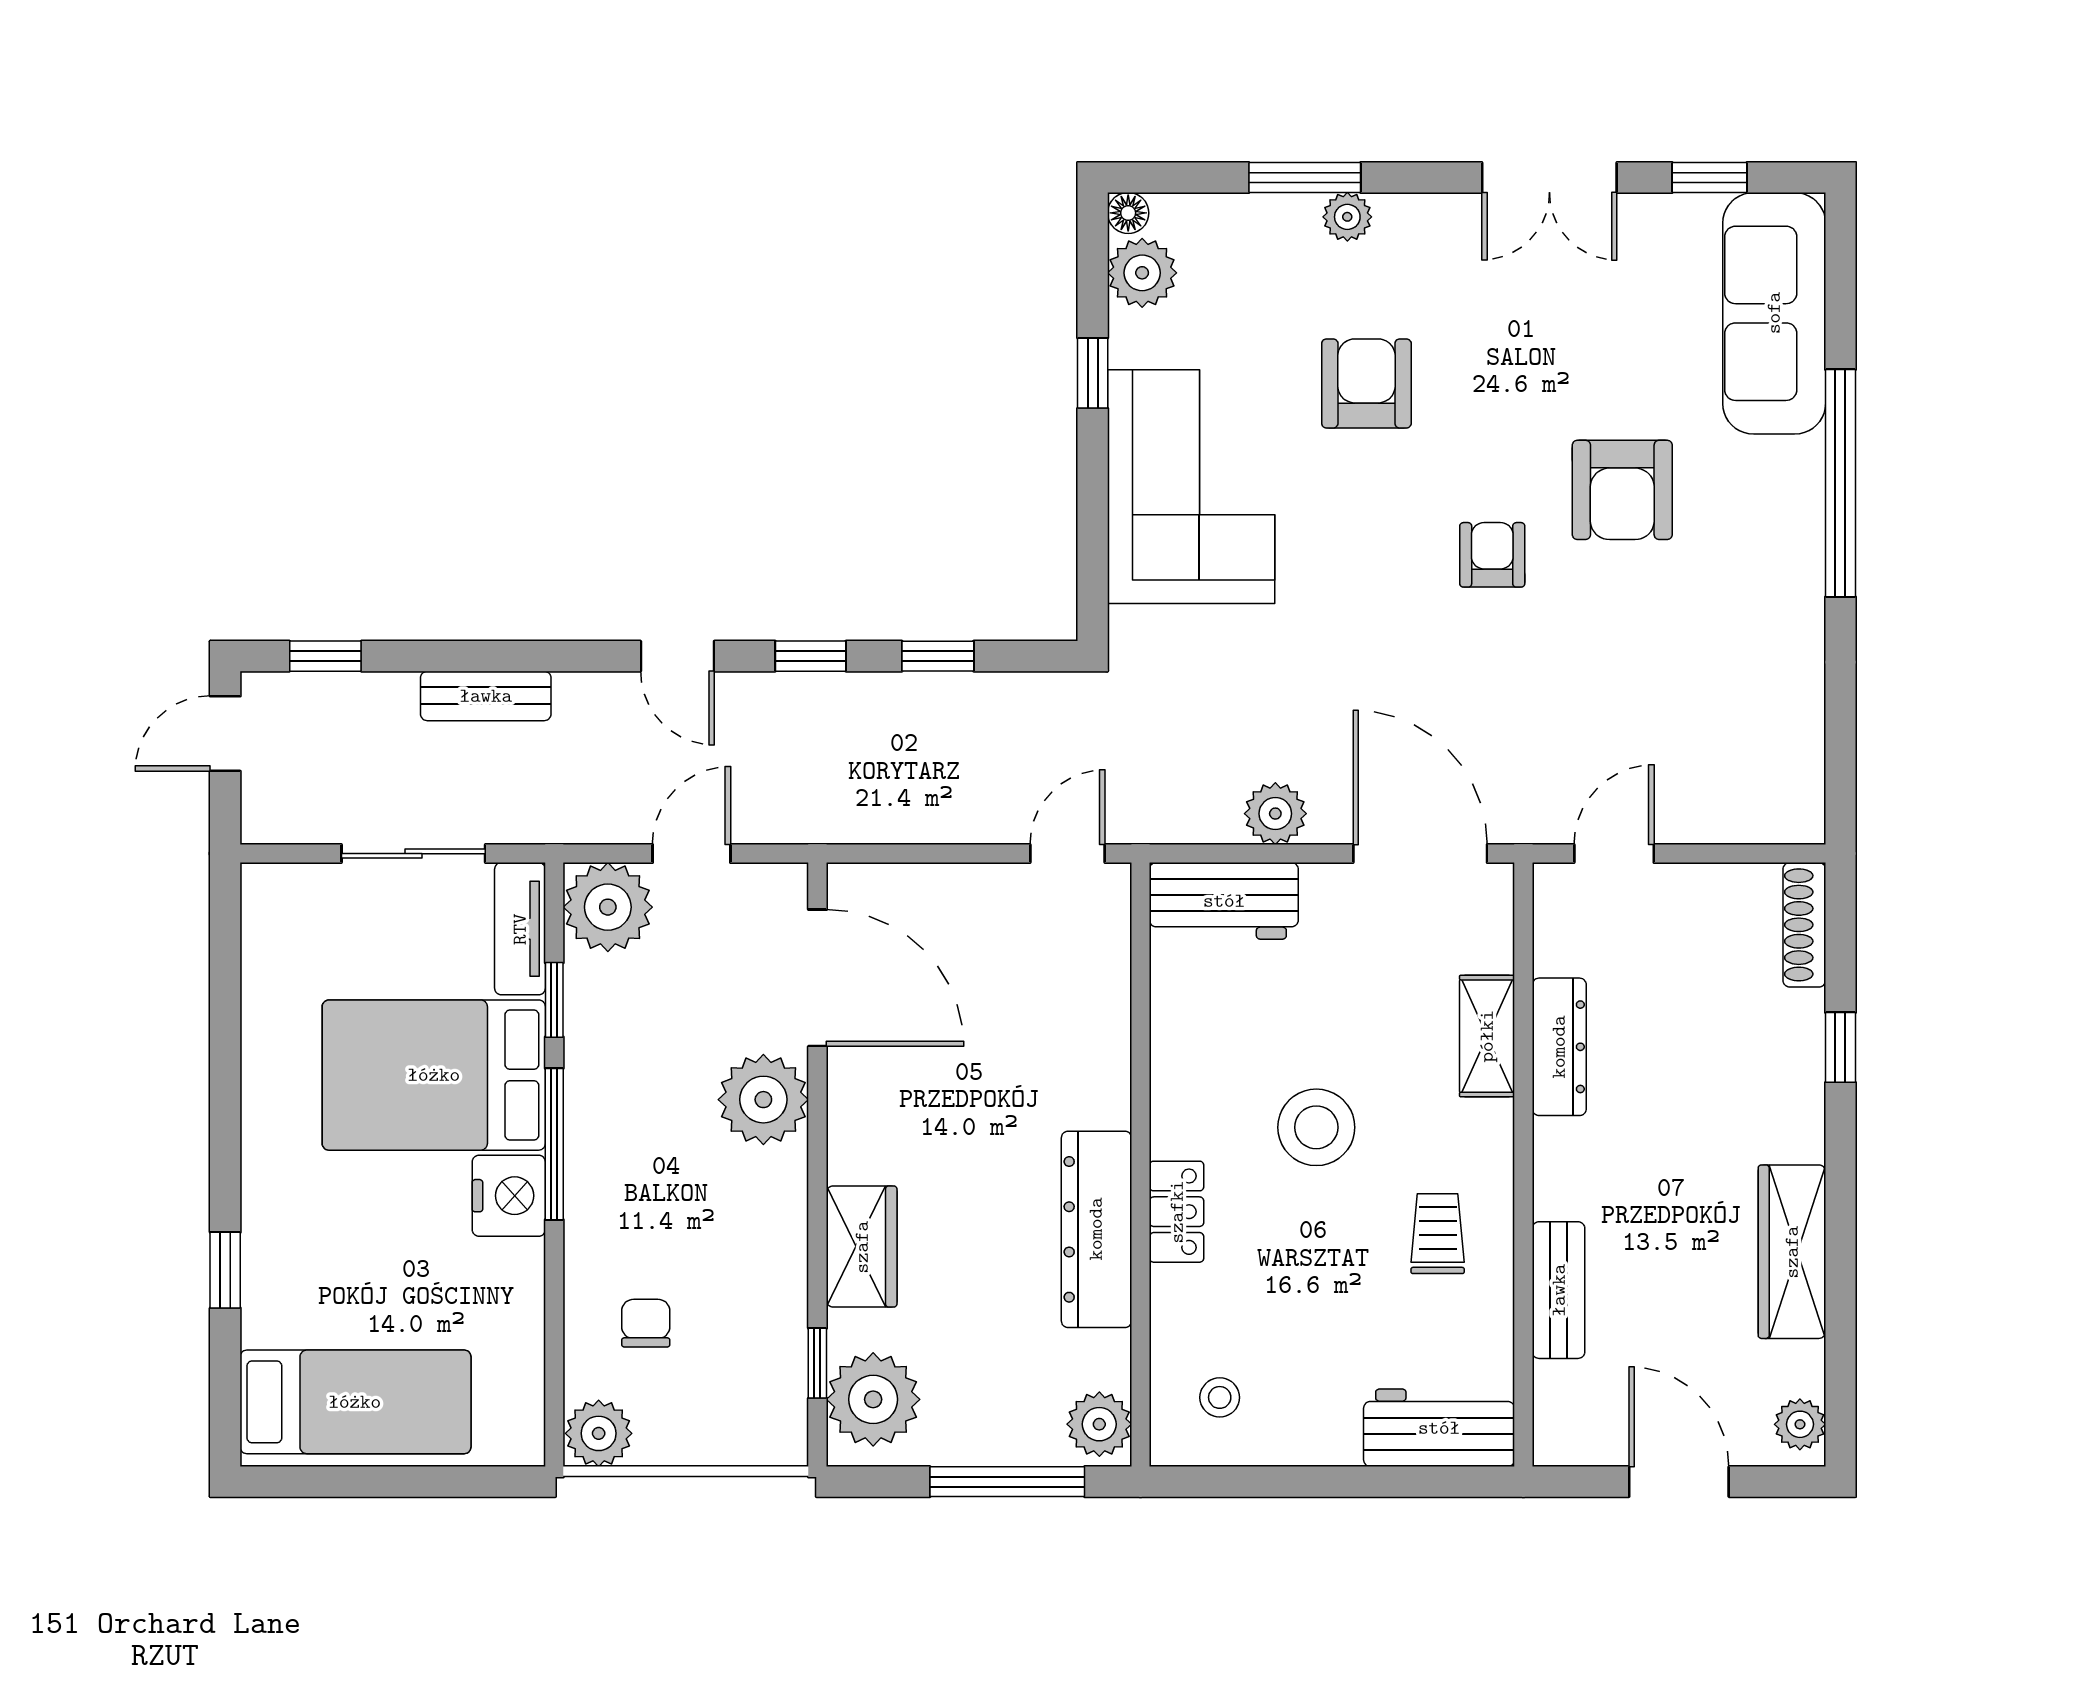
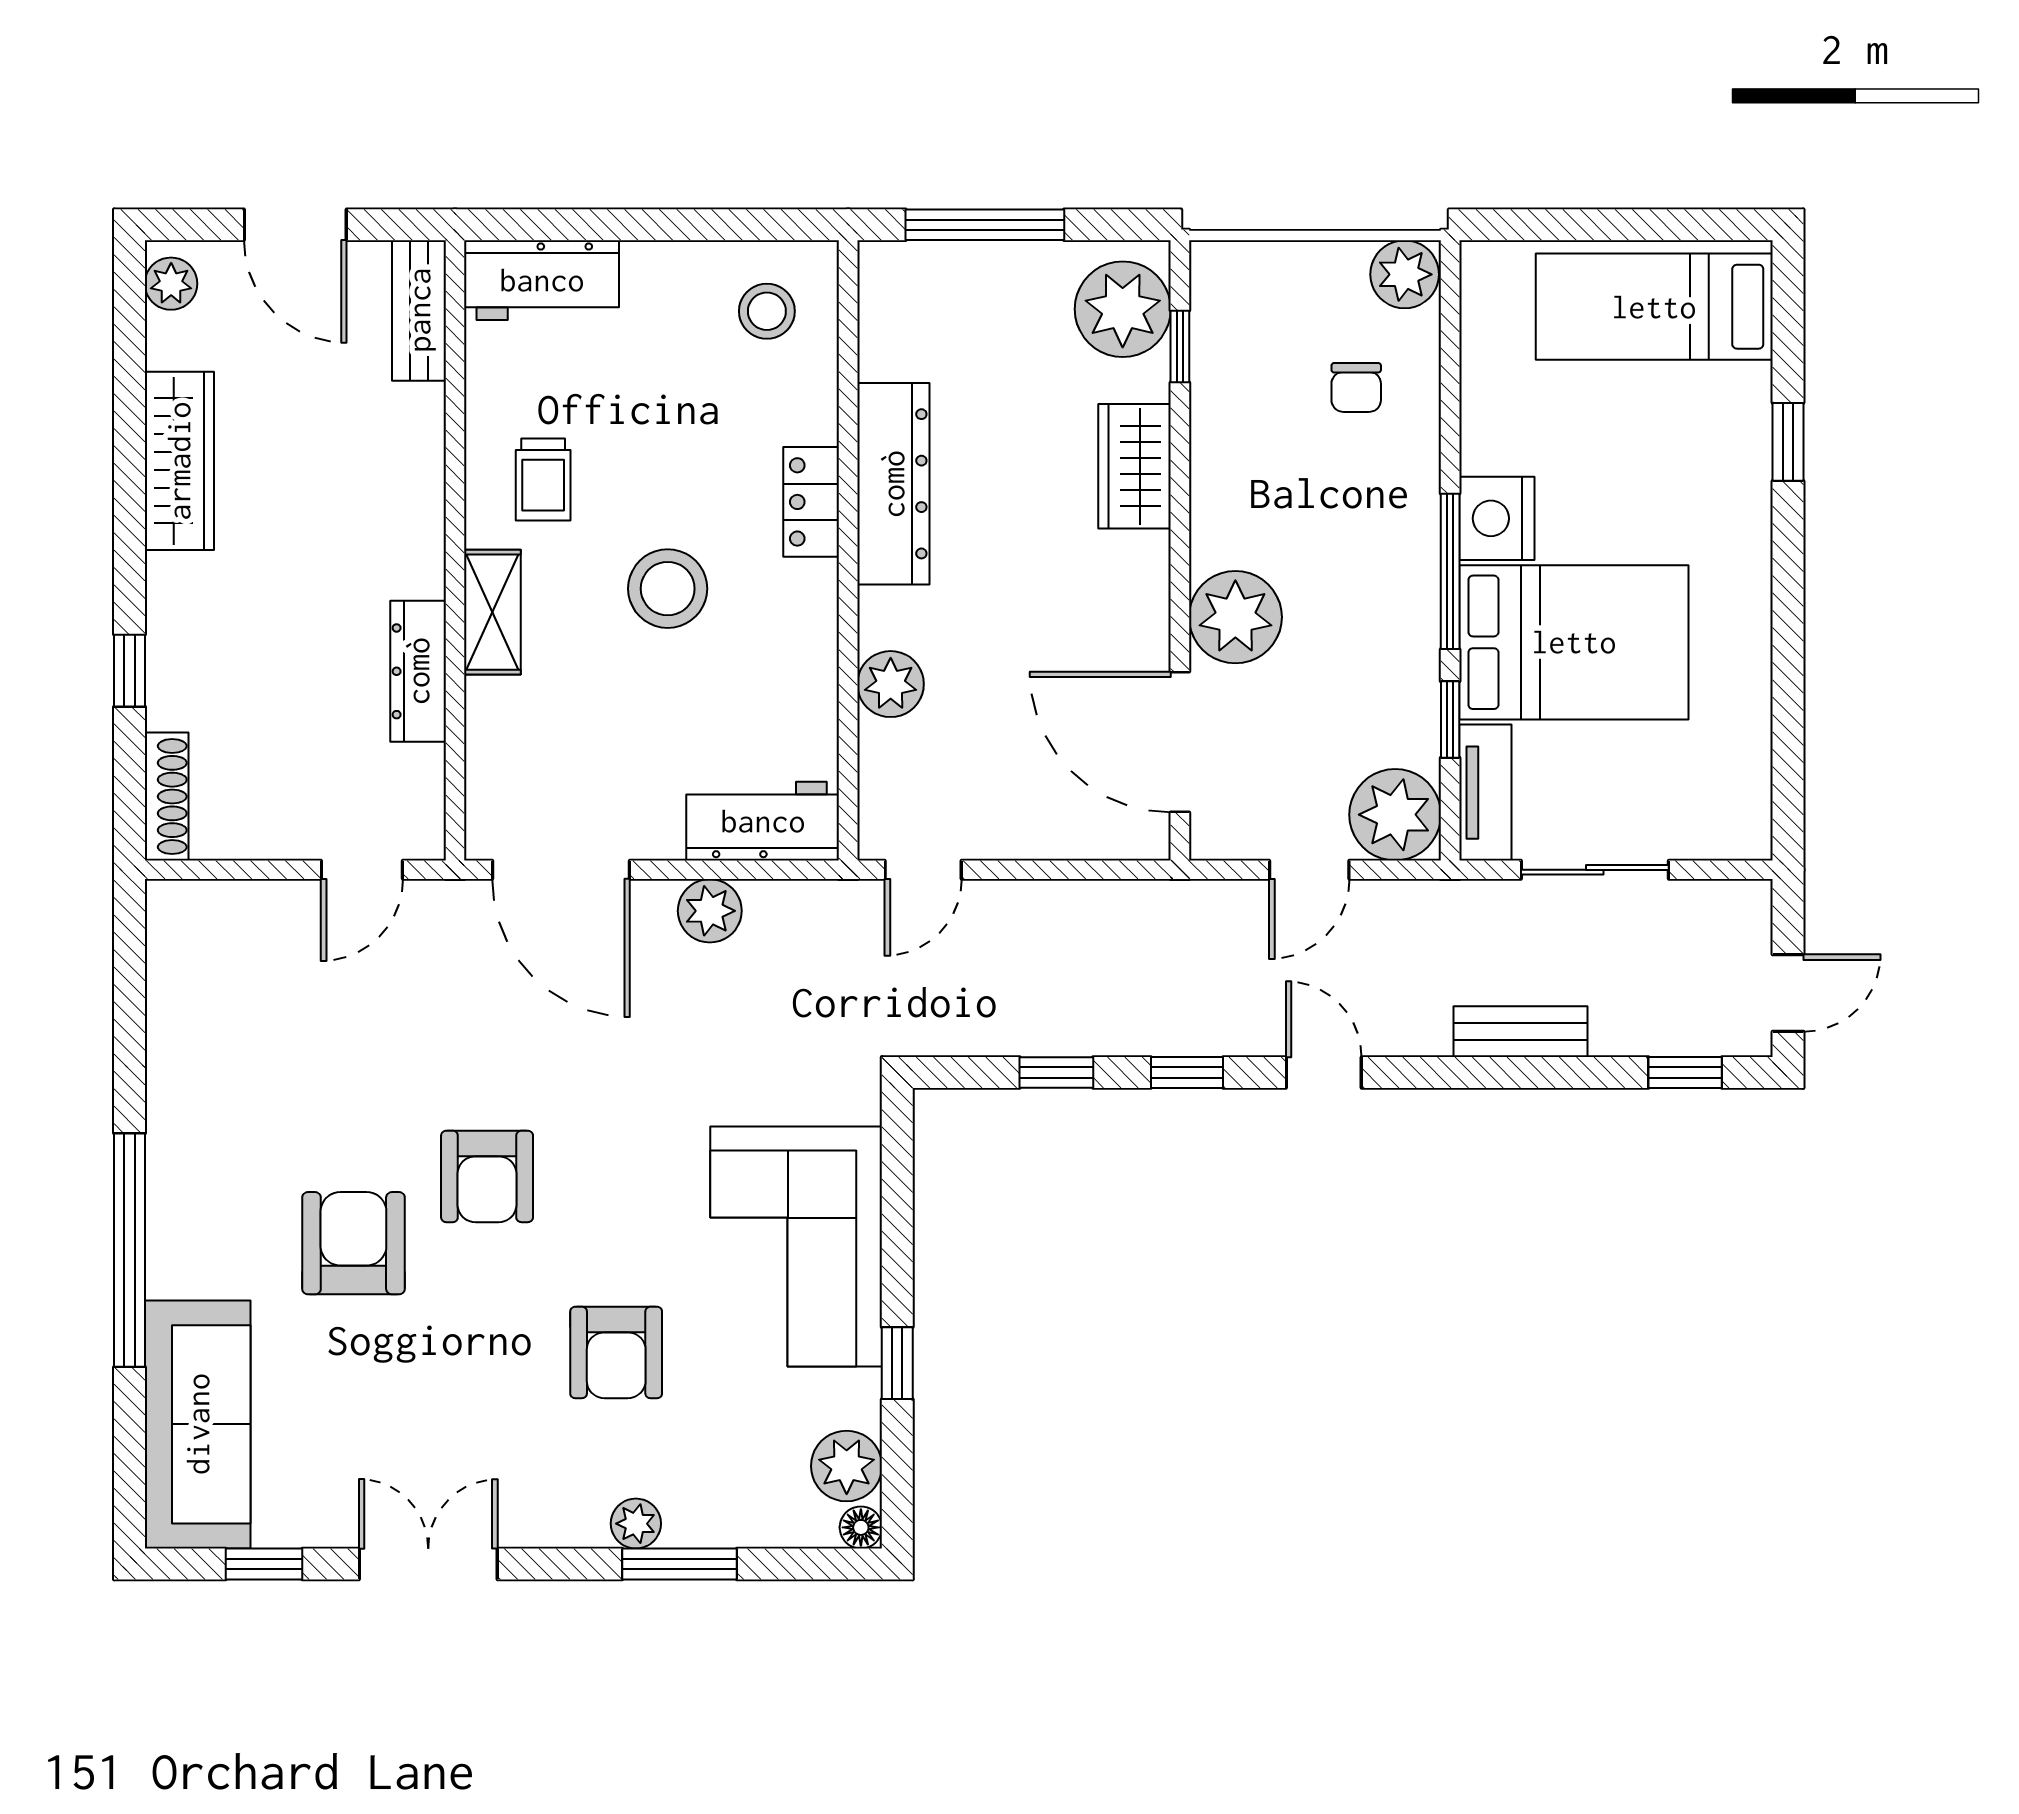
armchair: (1492, 555) -> (487, 1176), width x1.38, depth x1.38
shelving: (1487, 1036) -> (492, 612), moved
bench: (1559, 1290) -> (419, 310), moved
stool: (1220, 1397) -> (767, 311), width x1.37, depth x1.37
plant: (1099, 1424) -> (891, 684), moved

